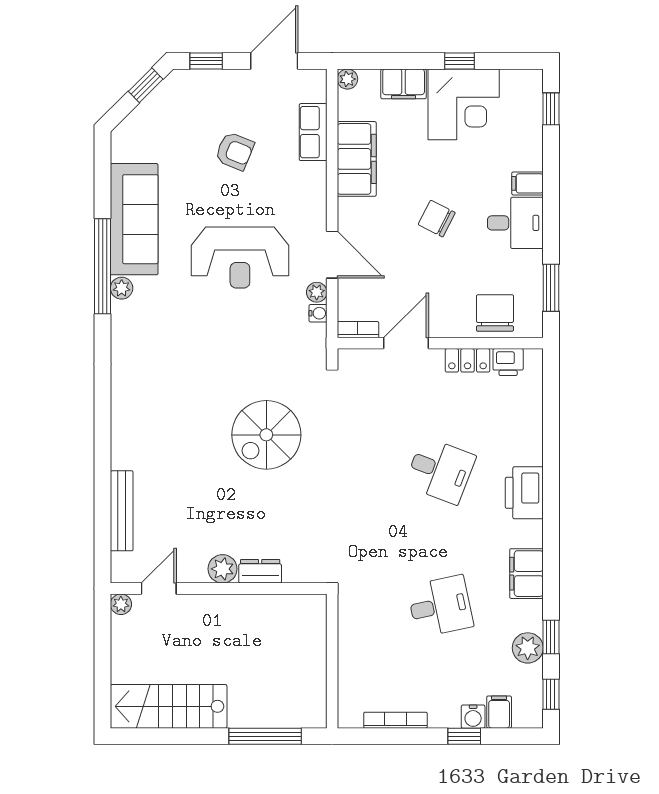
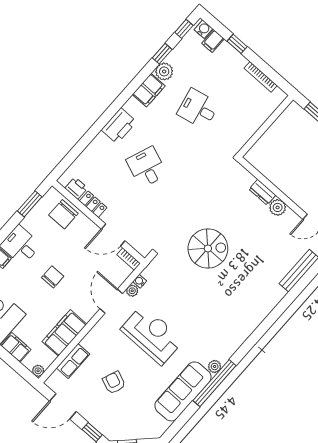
chair: (437, 219) -> (53, 277), turned -117
plant: (528, 648) -> (164, 71), moved
water cooler: (473, 717) -> (203, 29), moved

